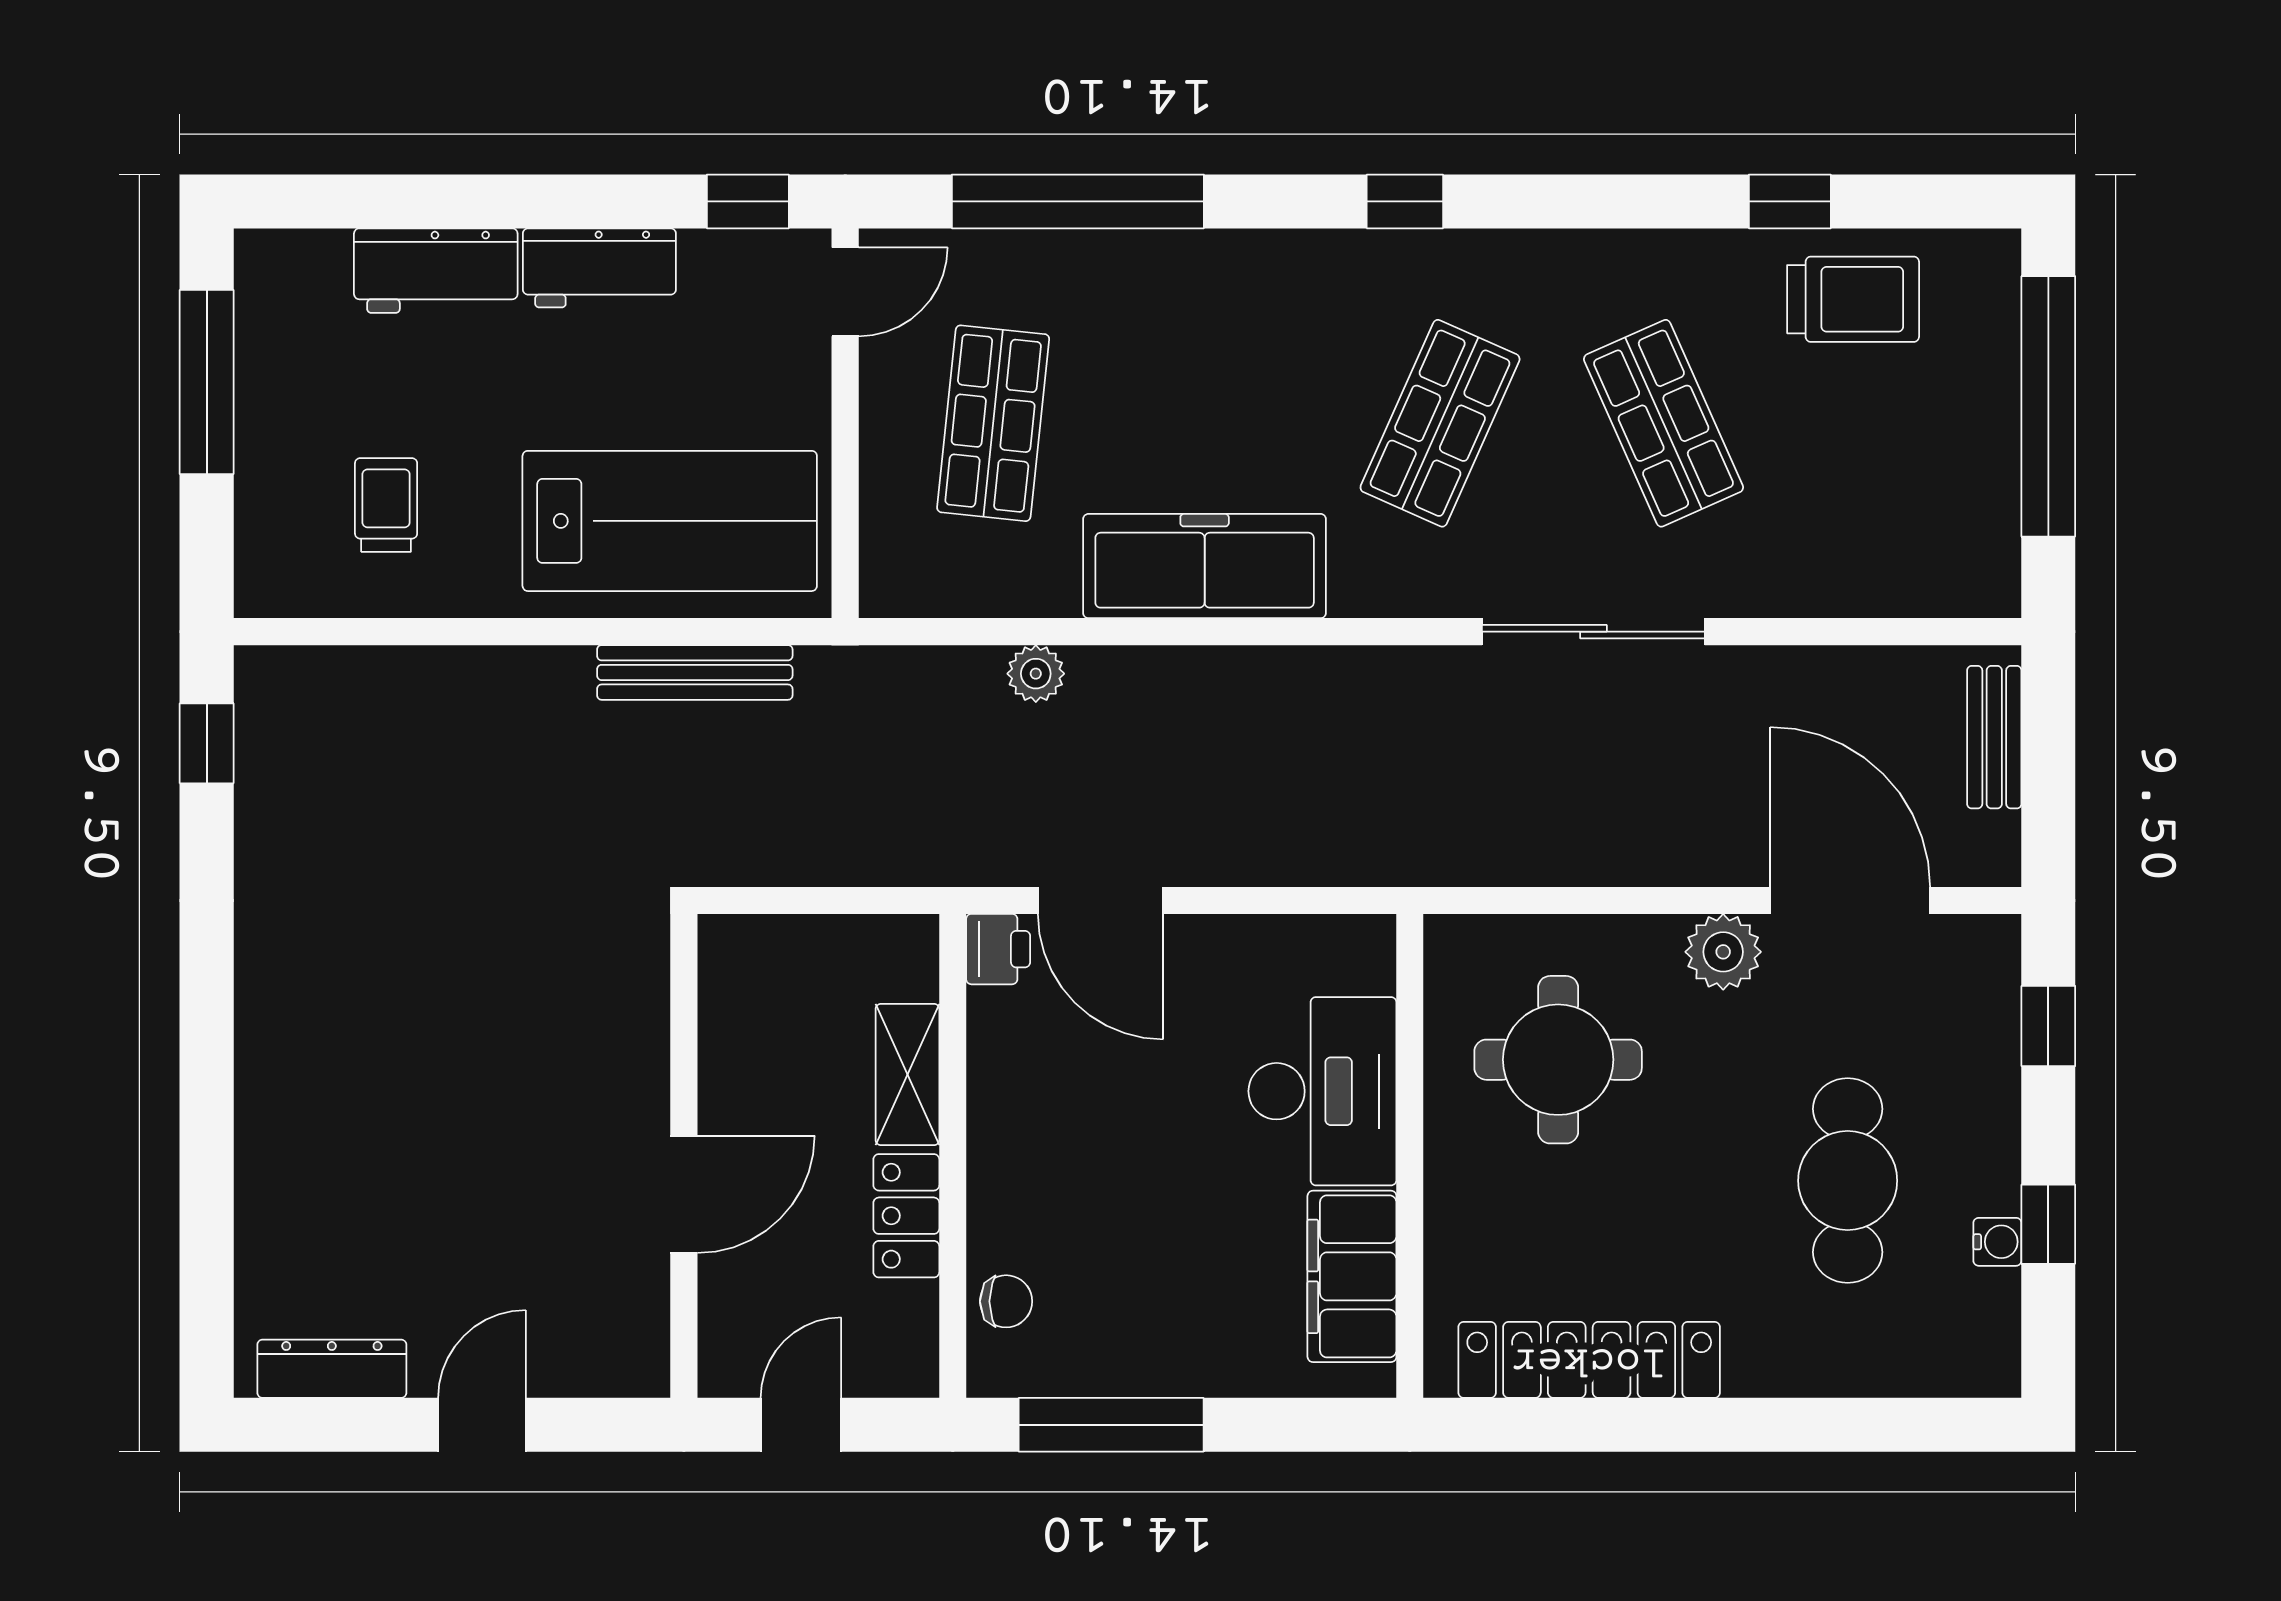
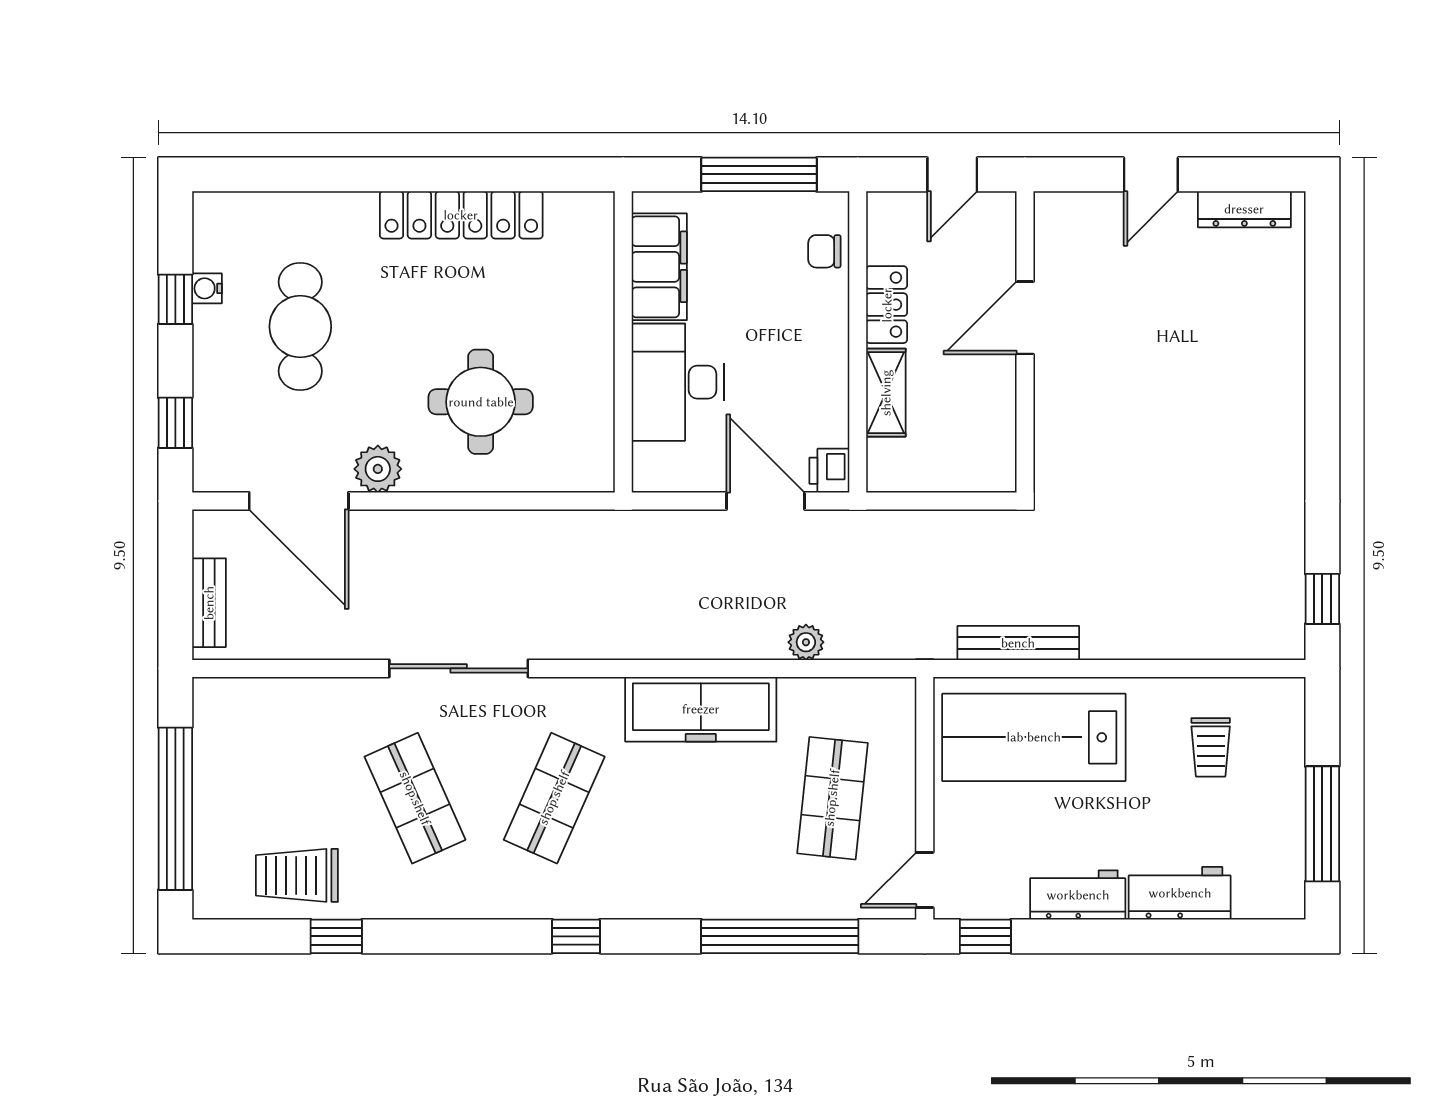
desk: (1322, 1091) -> (678, 382), moved
wall: (1410, 1156) -> (623, 342), moved
filing cabinet: (1352, 1276) -> (659, 267), moved

